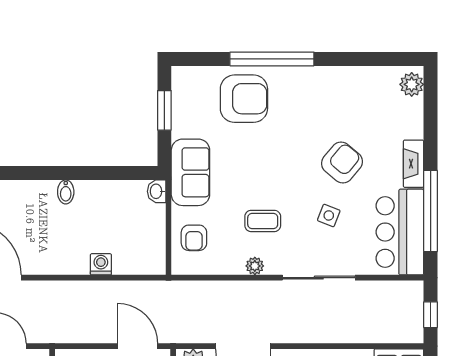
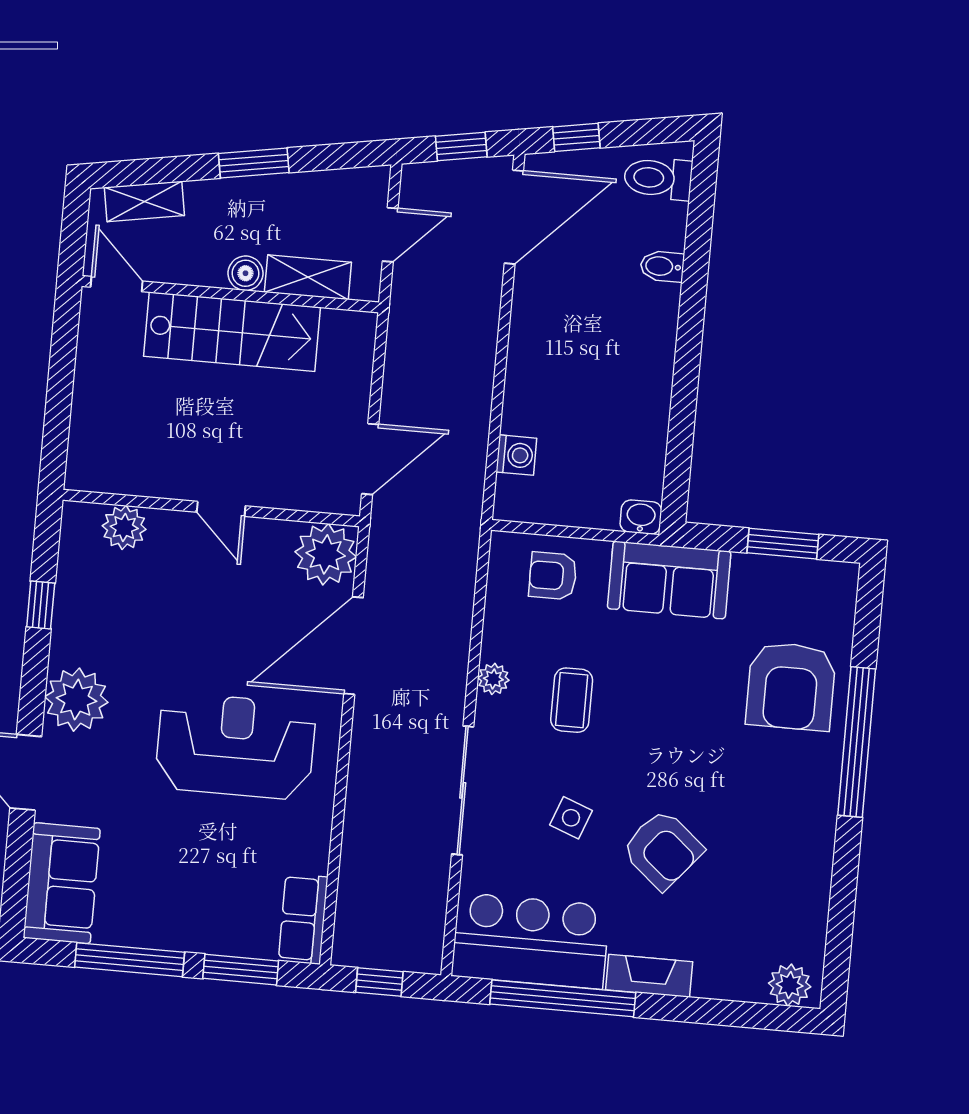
bidet: (66, 192) -> (662, 266), moved
washing machine: (101, 264) -> (516, 455), moved

